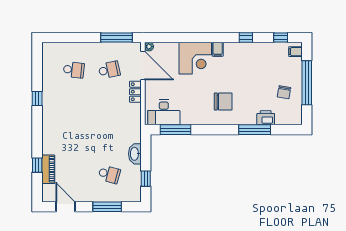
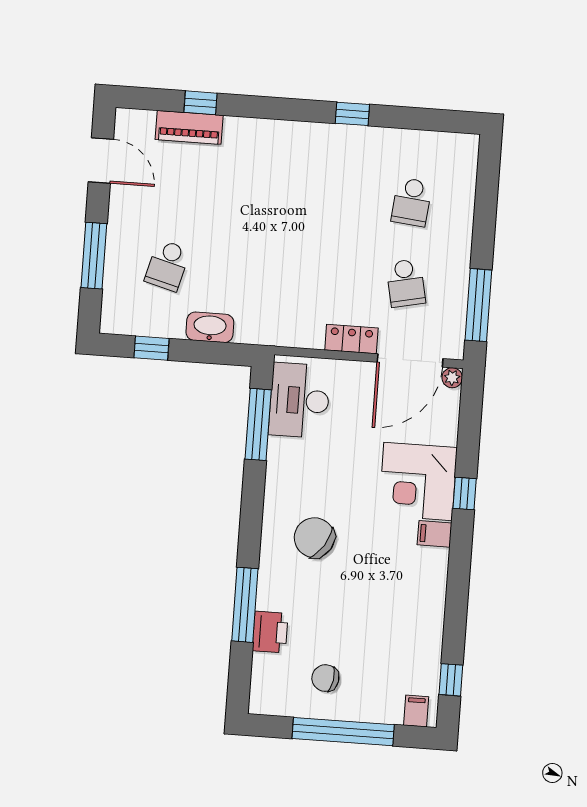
window: (246, 37) -> (465, 493), moved
chair: (223, 101) -> (314, 538), turned 123
door: (66, 207) -> (101, 160), hinge flipped

